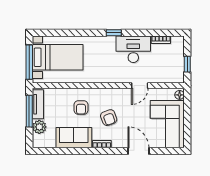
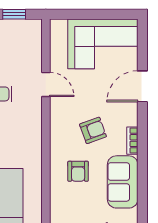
floor lamp: (180, 95) -> (59, 26), removed
armchair: (81, 107) -> (78, 171), turned 90

